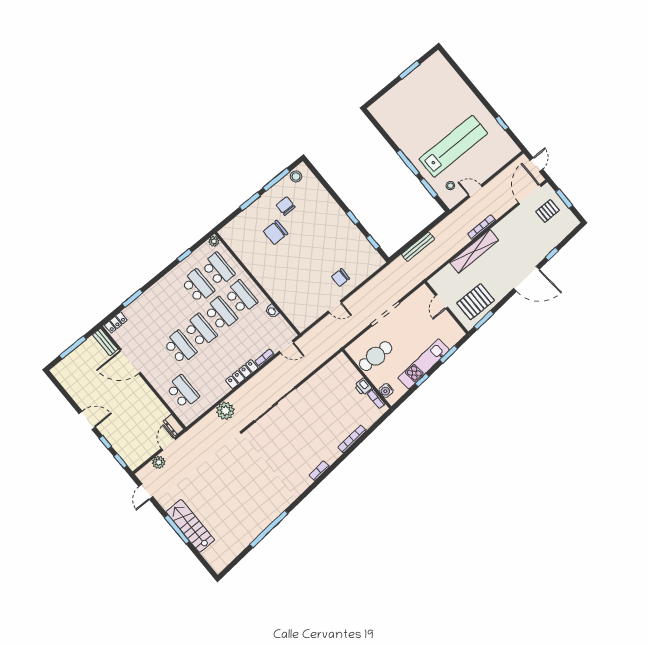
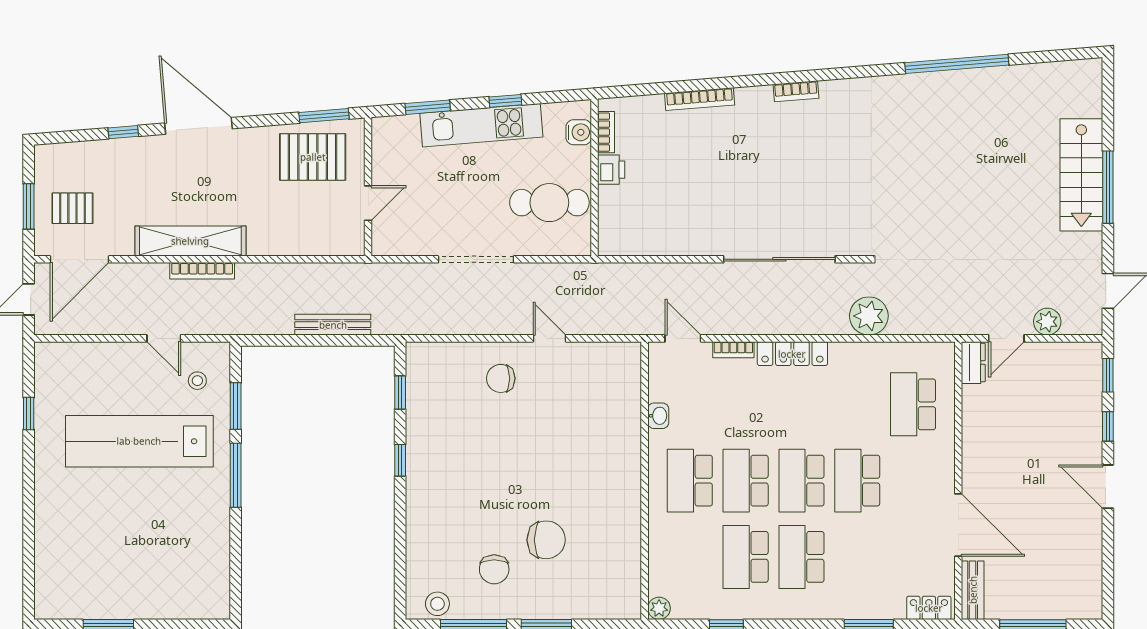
shelving: (474, 251) -> (190, 241), moved
school desk: (218, 269) -> (801, 557), moved
chair: (341, 278) -> (501, 378), turned 180

